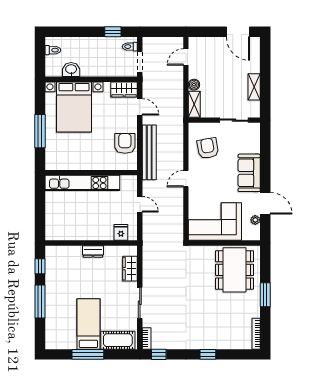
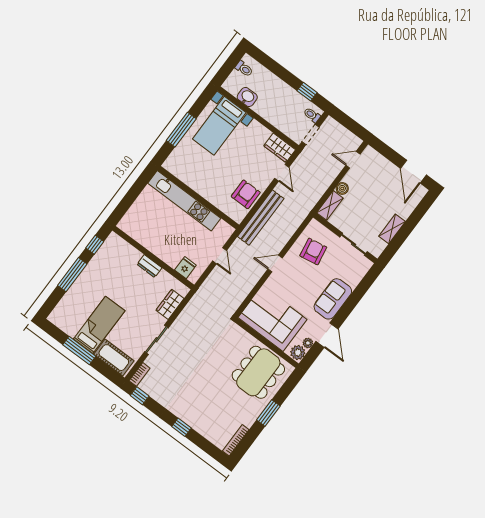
bed with nightstands: (74, 107) -> (219, 126), width x0.73
plant: (253, 233) -> (298, 353), added

